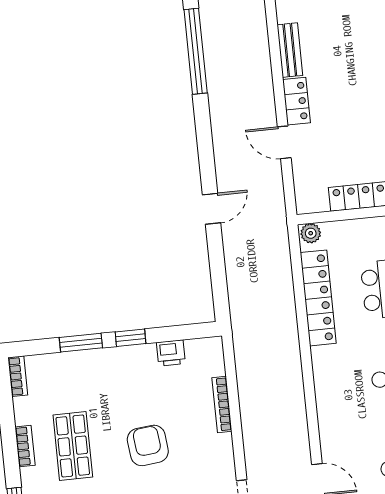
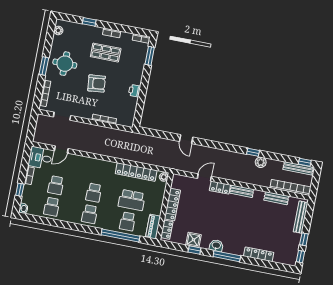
plant: (213, 27) -> (261, 162), added
window: (196, 51) -> (253, 152), width x0.32
window: (131, 338) -> (143, 90), removed
window: (81, 343) -> (150, 56), moved
printer: (171, 353) -> (134, 91), moved

